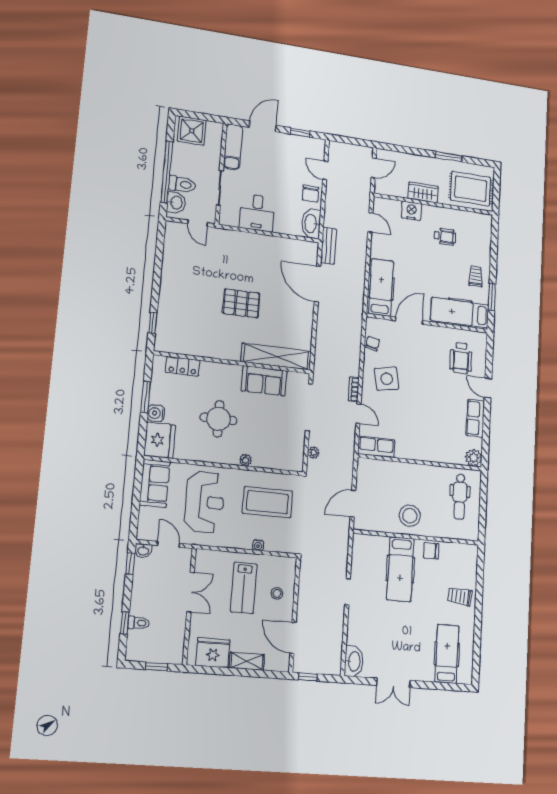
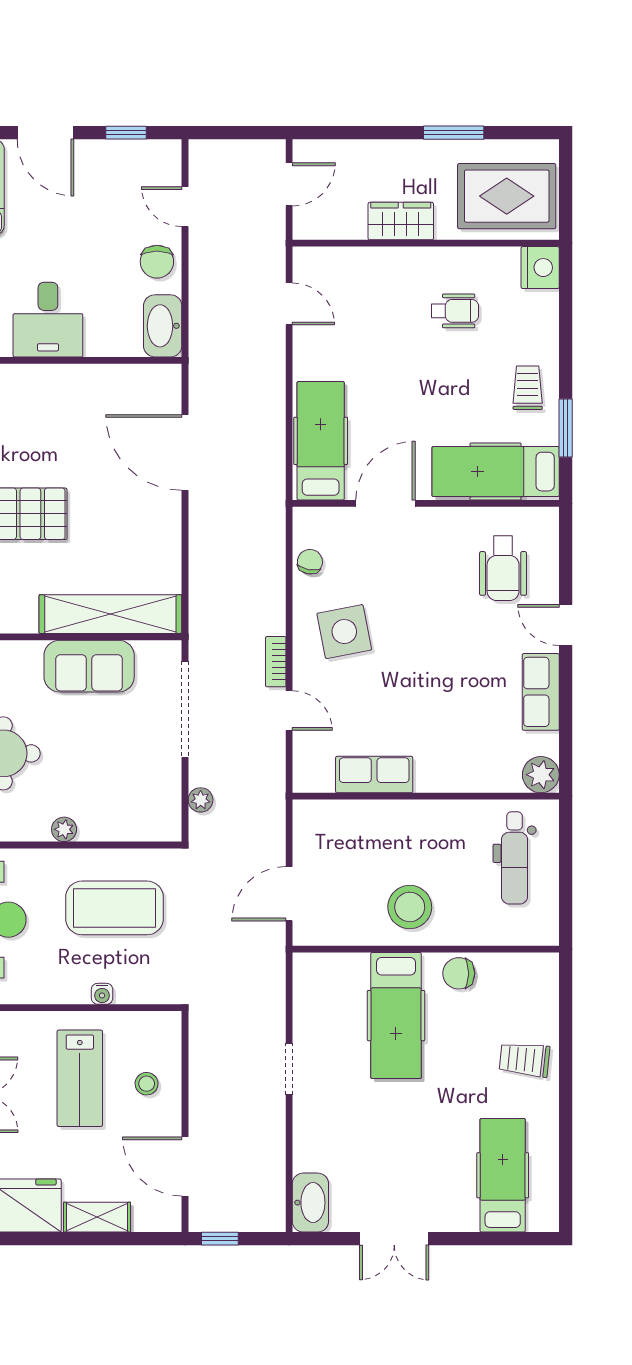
door: (263, 126) -> (45, 133), swing flipped
nightstand: (411, 211) -> (540, 268), moved, turned 90
bench: (329, 246) -> (203, 368), removed
row of seats: (376, 447) -> (374, 775), moved

